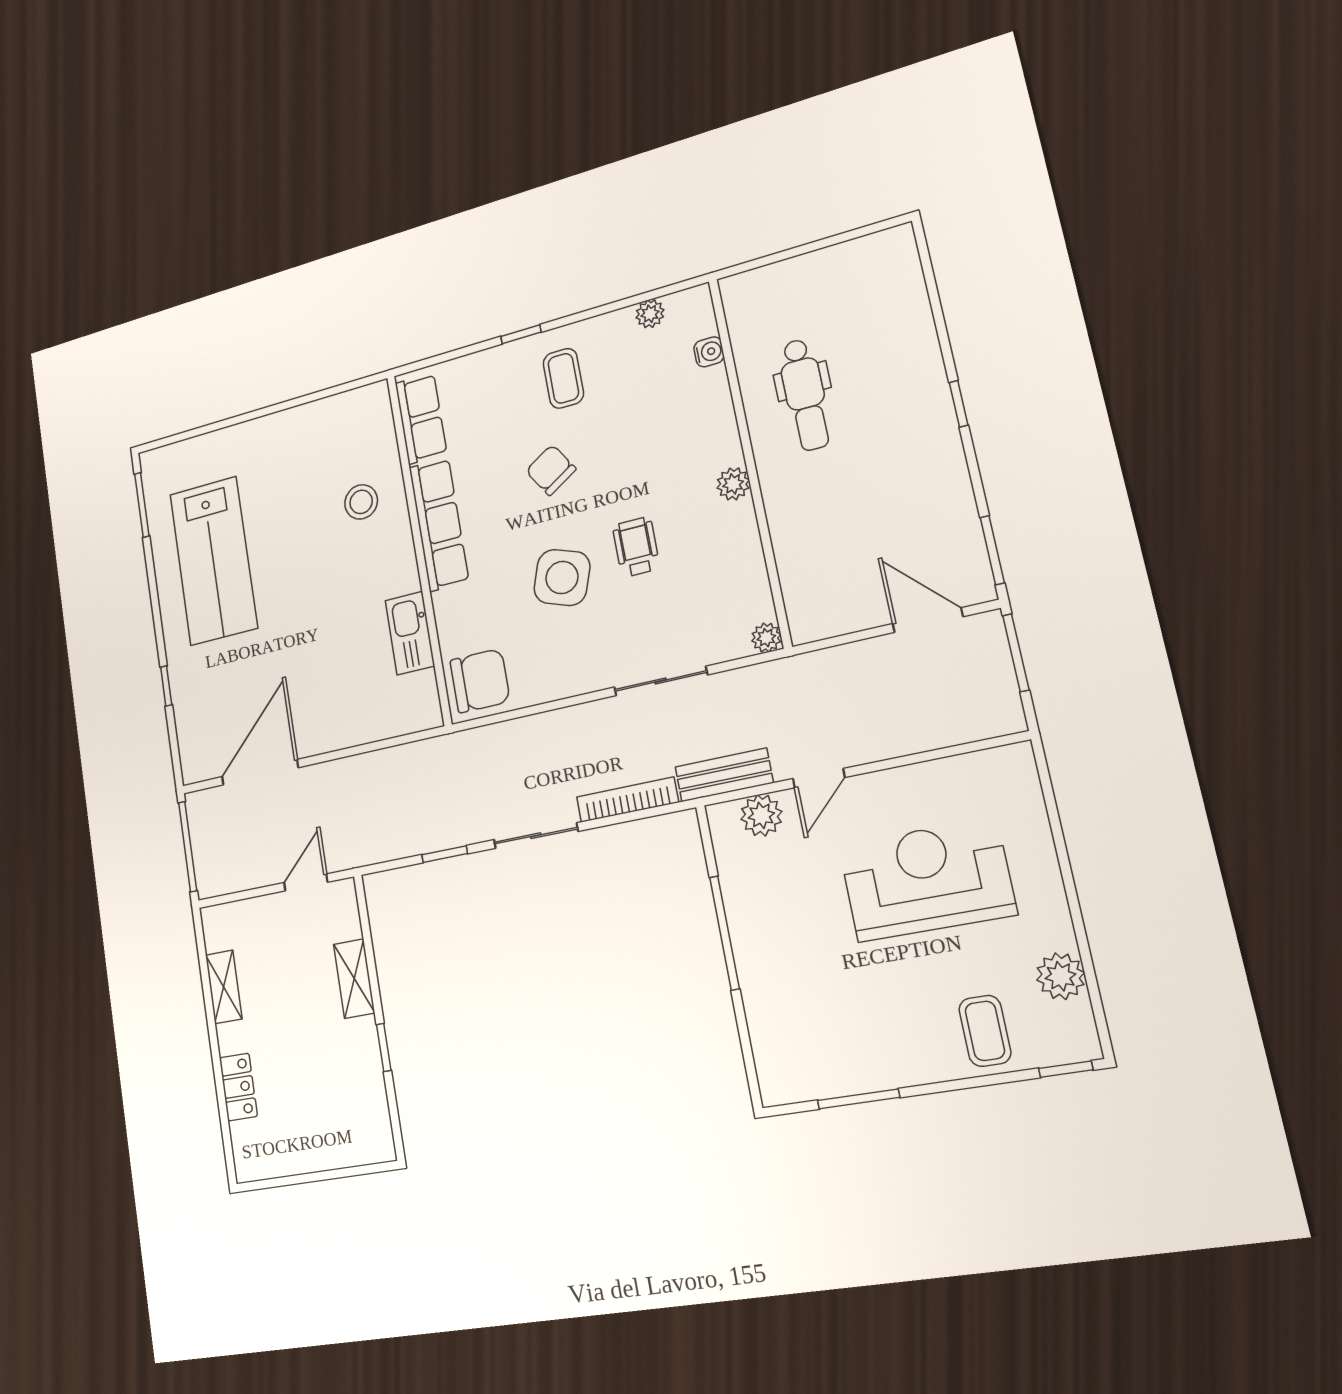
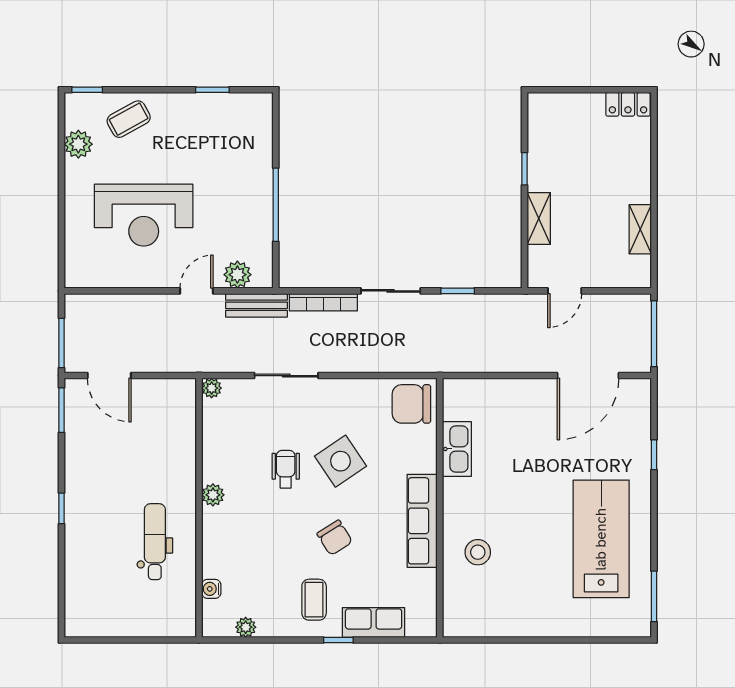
row of seats: (421, 418) -> (374, 622), moved, turned 90
wheelchair: (636, 547) -> (286, 469), turned 180
side table: (562, 578) -> (341, 461), turned 37
coffee table: (985, 1031) -> (129, 119), turned 61
locker: (238, 1087) -> (628, 104), moved, turned -90
window: (858, 1099) -> (212, 90), width x0.67

